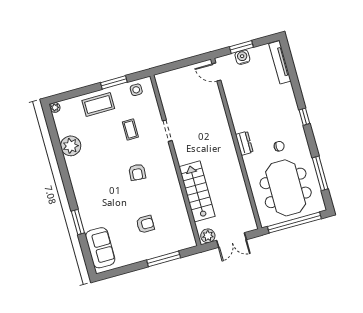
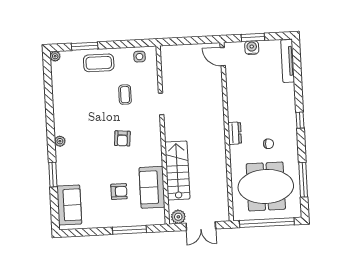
window: (114, 82) -> (85, 46), moved
plant: (71, 146) -> (60, 141), moved, width x0.53, depth x0.53
meeting table: (286, 188) -> (266, 186), turned 90
sofa: (176, 213) -> (152, 187), added

